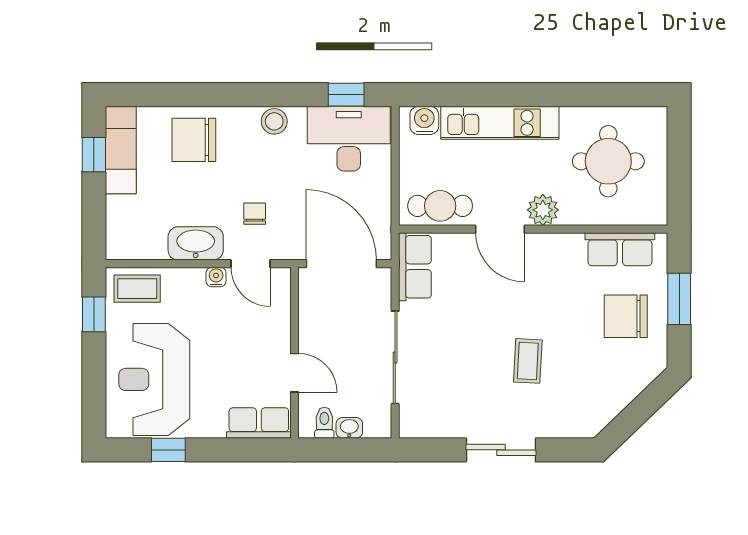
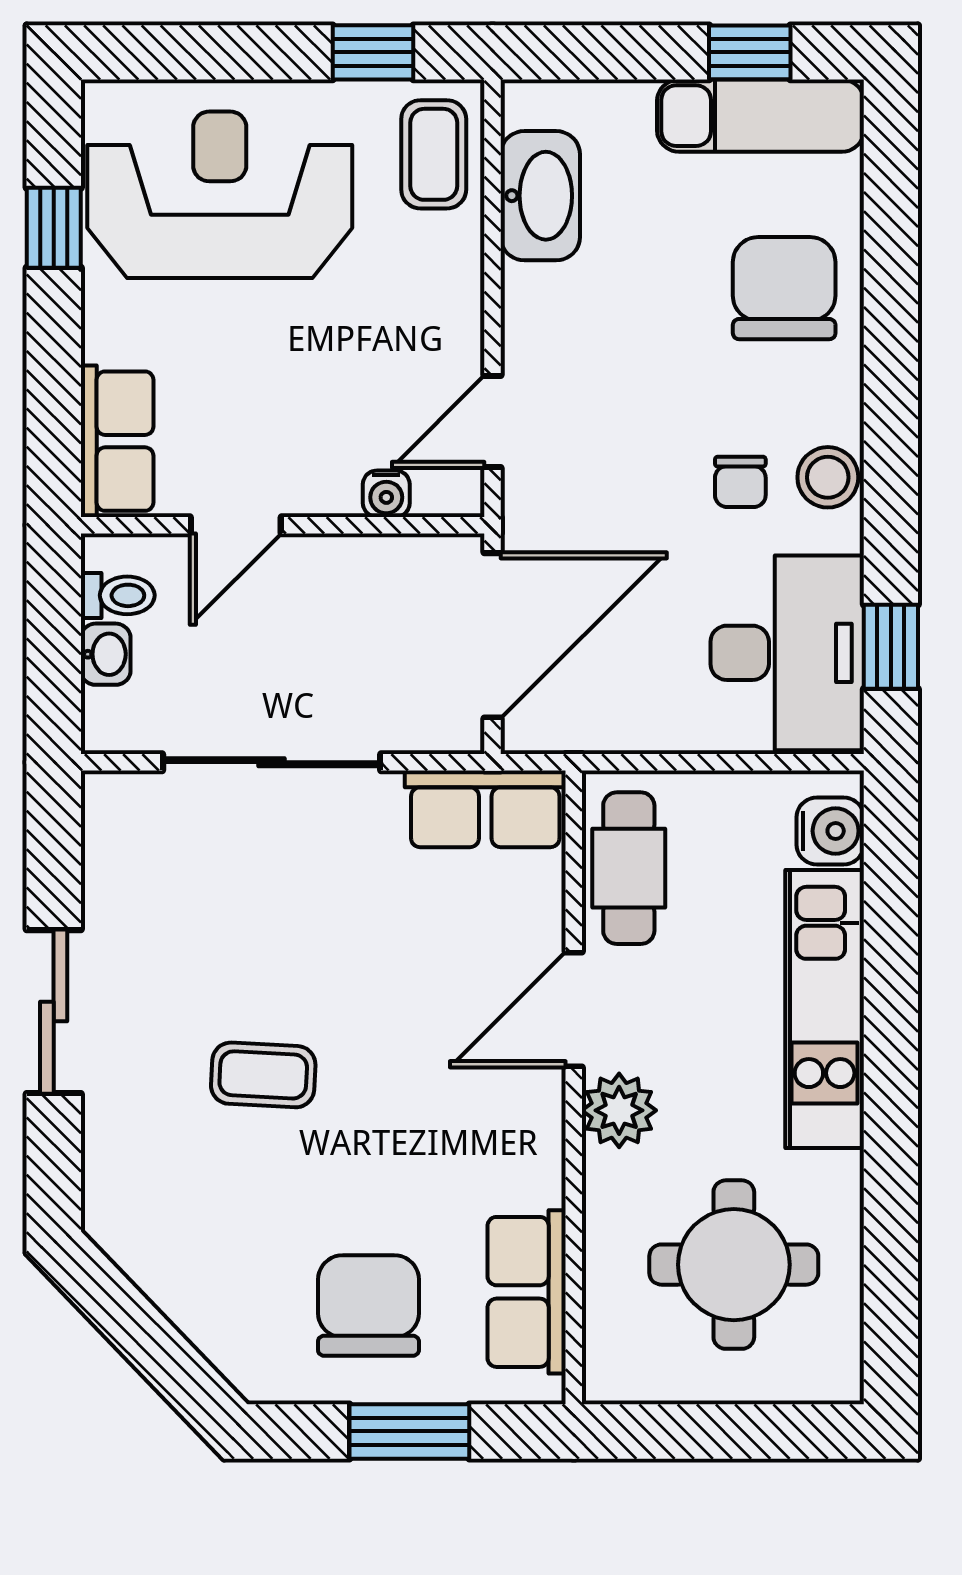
chair: (255, 214) -> (740, 482), moved, turned 90
washbasin: (196, 243) -> (540, 196), moved
water cooler: (216, 277) -> (386, 494), moved, turned 90

